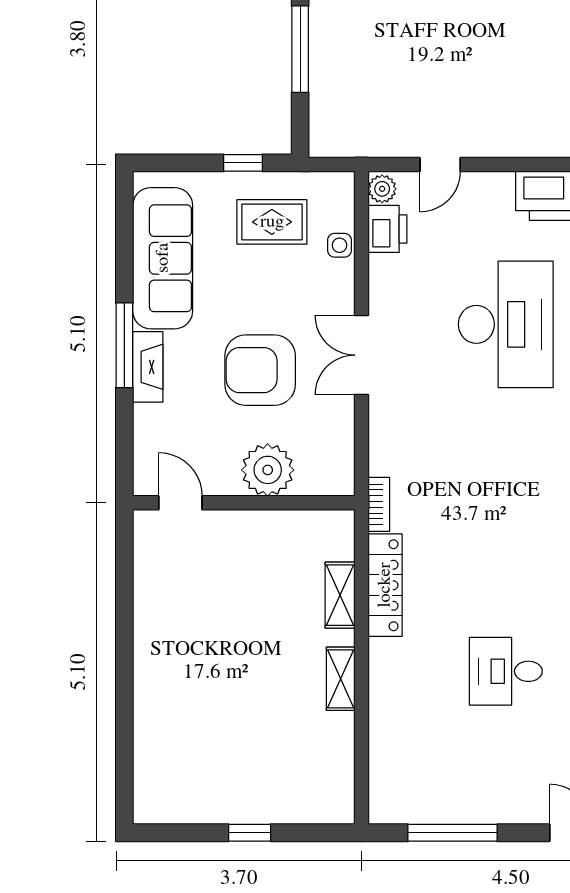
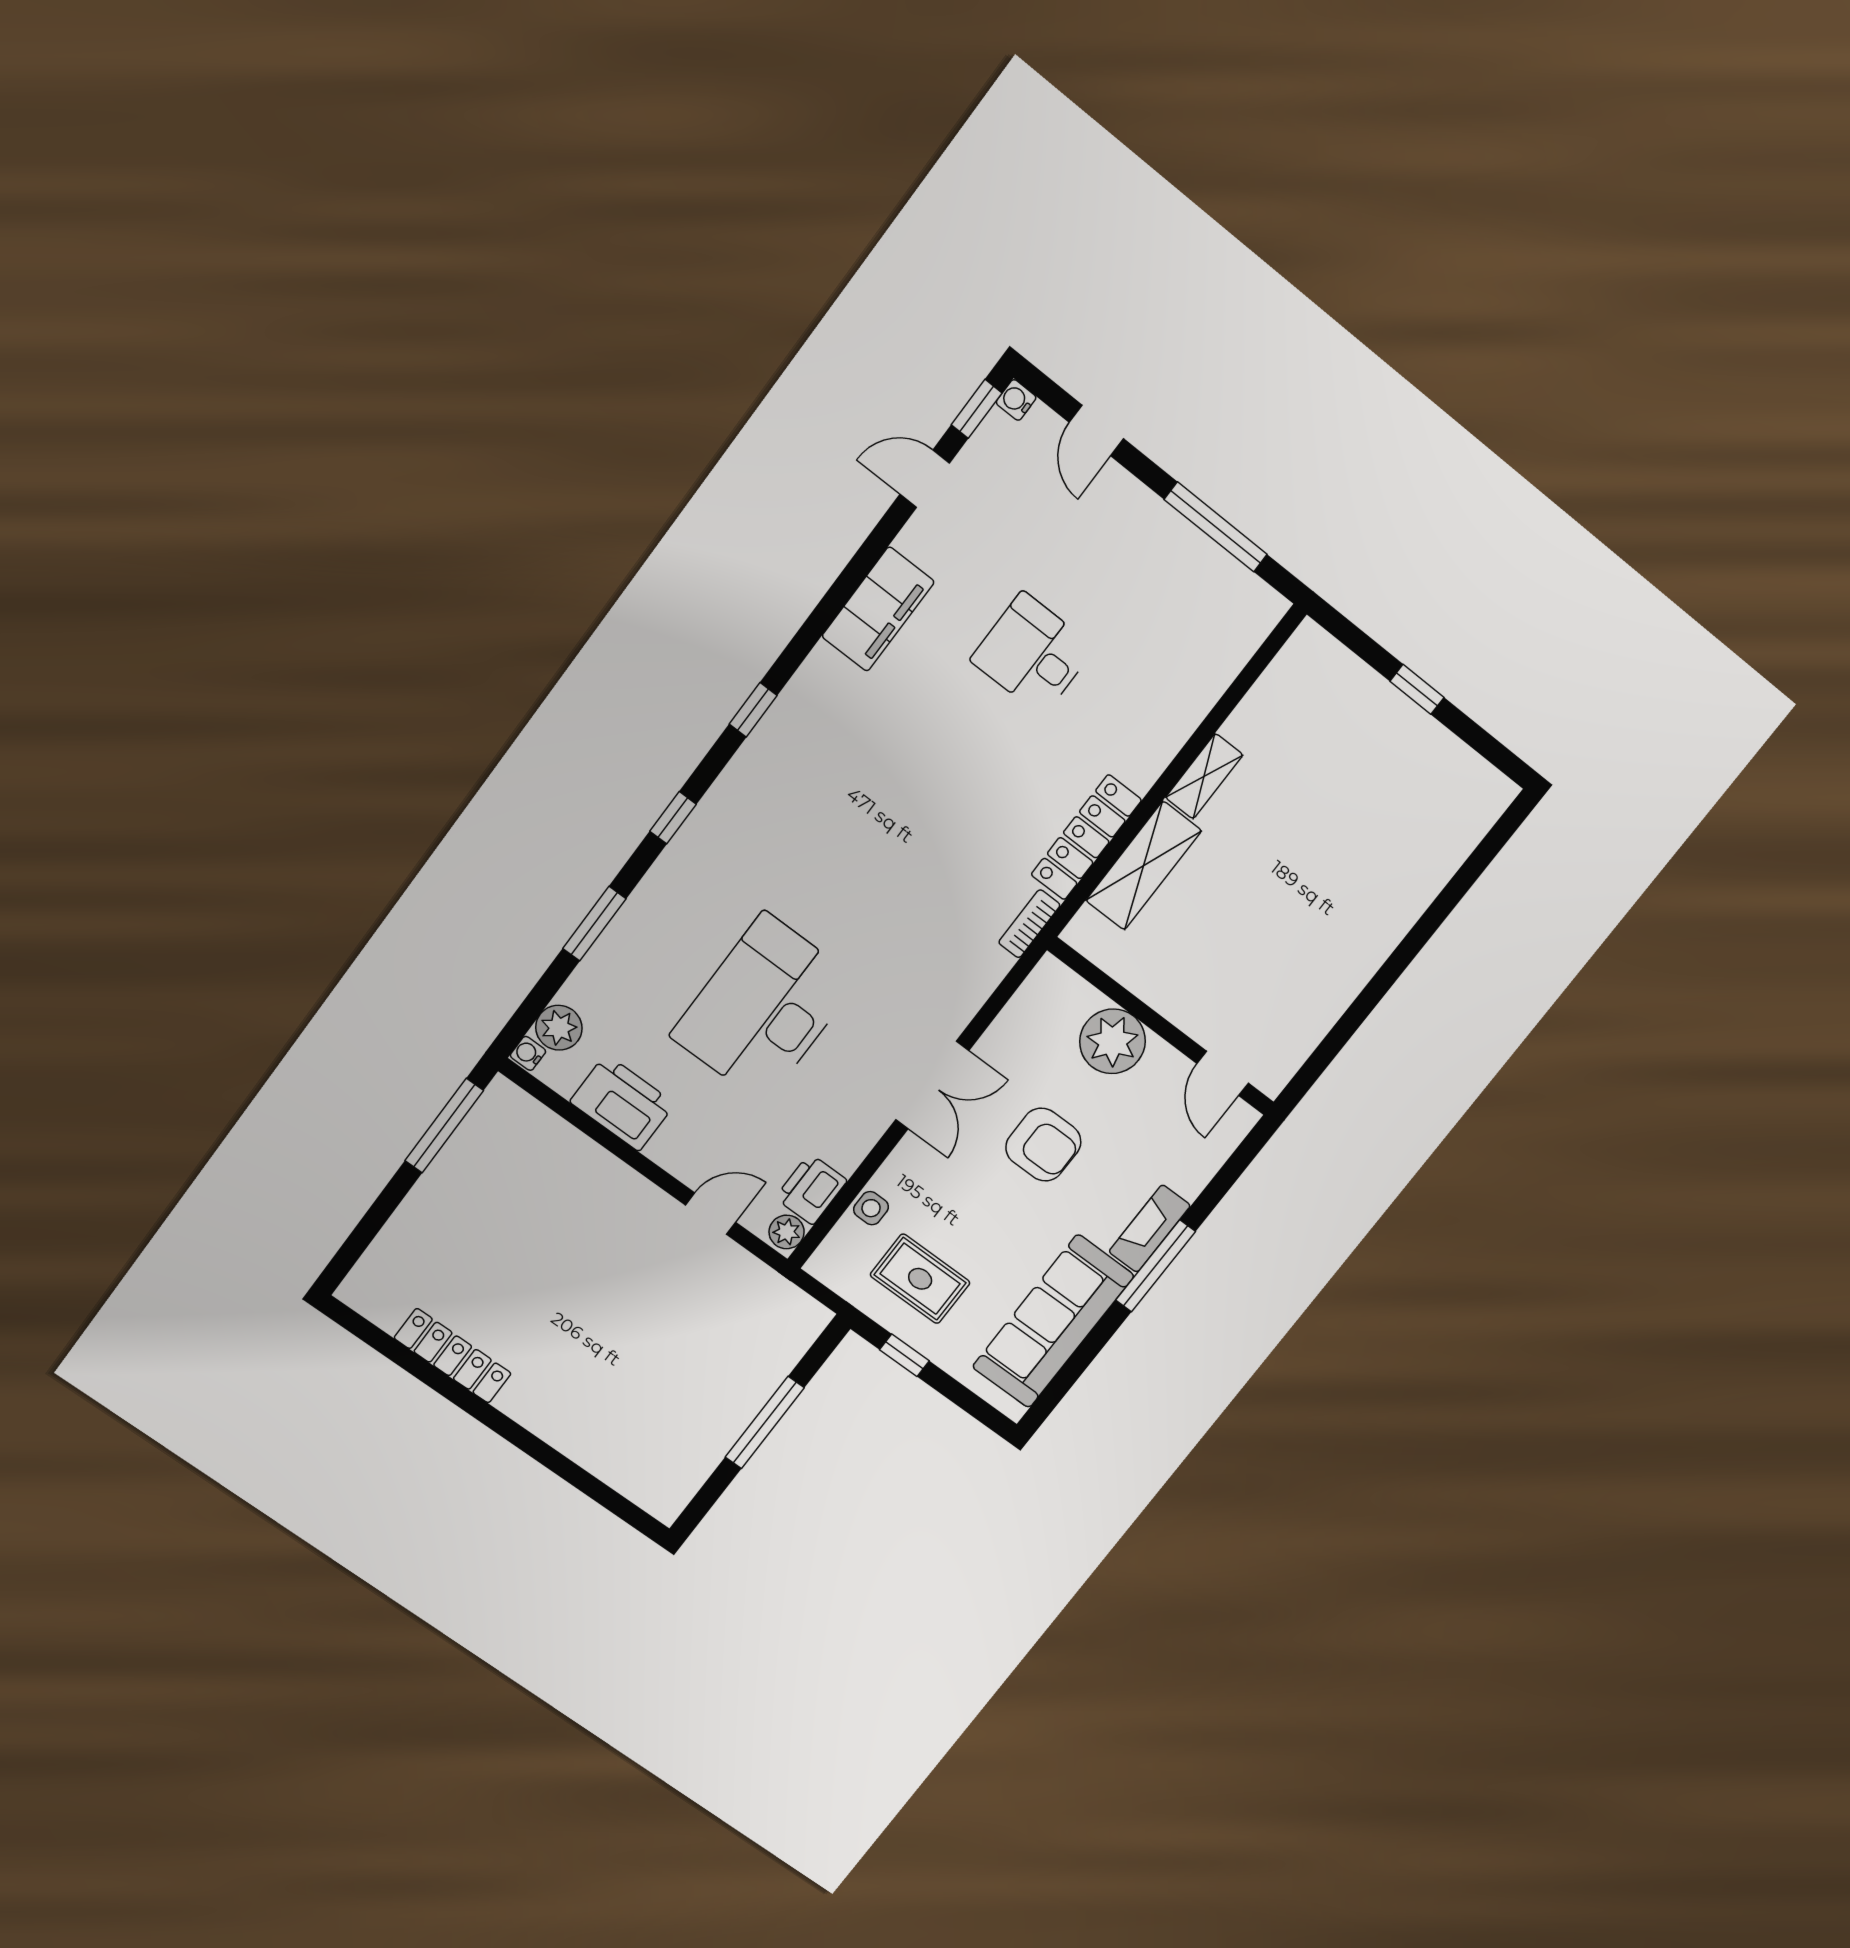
armchair: (260, 370) -> (1043, 1145), width x0.73, depth x0.73
shelving: (340, 595) -> (1144, 866), width x1.50, depth x1.33
desk: (506, 671) -> (1033, 654), turned 180

